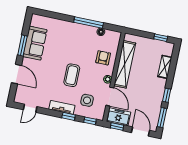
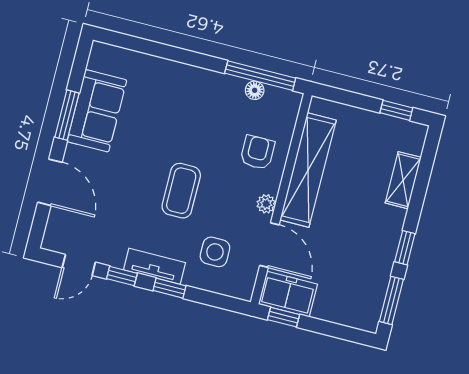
window: (89, 23) -> (260, 76), moved
window: (90, 121) -> (122, 276), moved
door: (141, 132) -> (339, 331), removed

